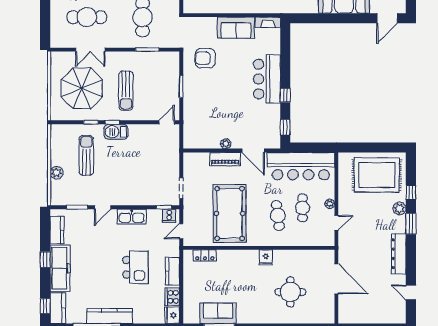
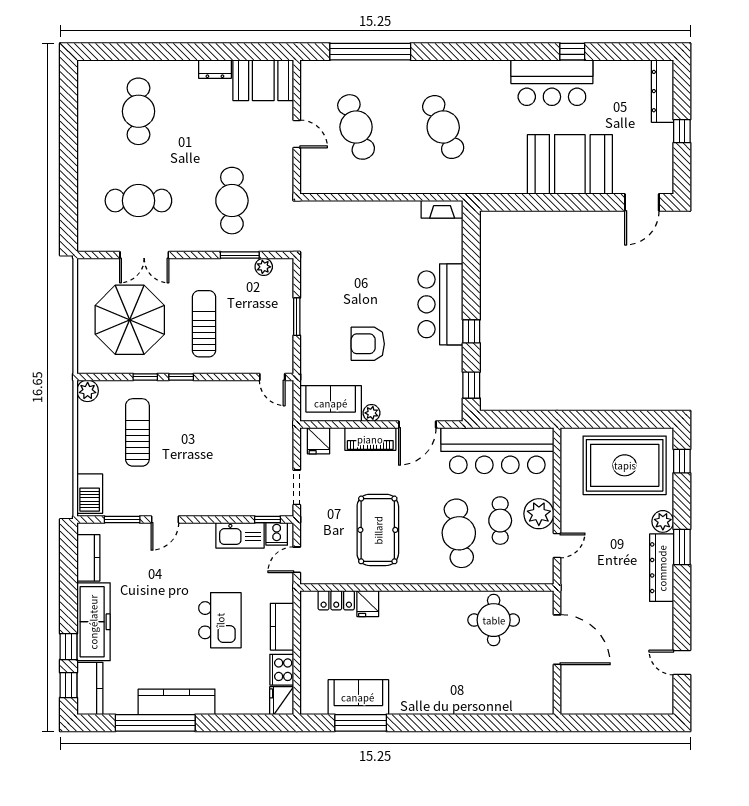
sofa: (236, 28) -> (331, 403), moved, turned 180
plant: (162, 57) -> (264, 267), added
armchair: (205, 58) -> (368, 344), moved
sun lounger: (126, 91) -> (204, 324), turned 180
door: (167, 122) -> (272, 377), swing flipped
barbecue: (116, 132) -> (90, 494), moved, turned -90
door: (253, 151) -> (417, 424), hinge flipped
fridge: (194, 160) -> (318, 441), added
plant: (56, 173) -> (88, 391), moved
window: (411, 192) -> (682, 461), moved
plant: (330, 204) -> (539, 514), width x1.87, depth x1.87
pool table: (230, 213) -> (378, 530), width x0.73, depth x0.76
cafe table: (278, 216) -> (459, 533), width x1.37, depth x1.35
kitchen sink: (132, 217) -> (240, 535), moved
dresser: (399, 254) -> (662, 568), moved
fridge: (266, 257) -> (368, 604), moved
window: (45, 260) -> (68, 647), moved
round table: (290, 292) -> (494, 620), moved

